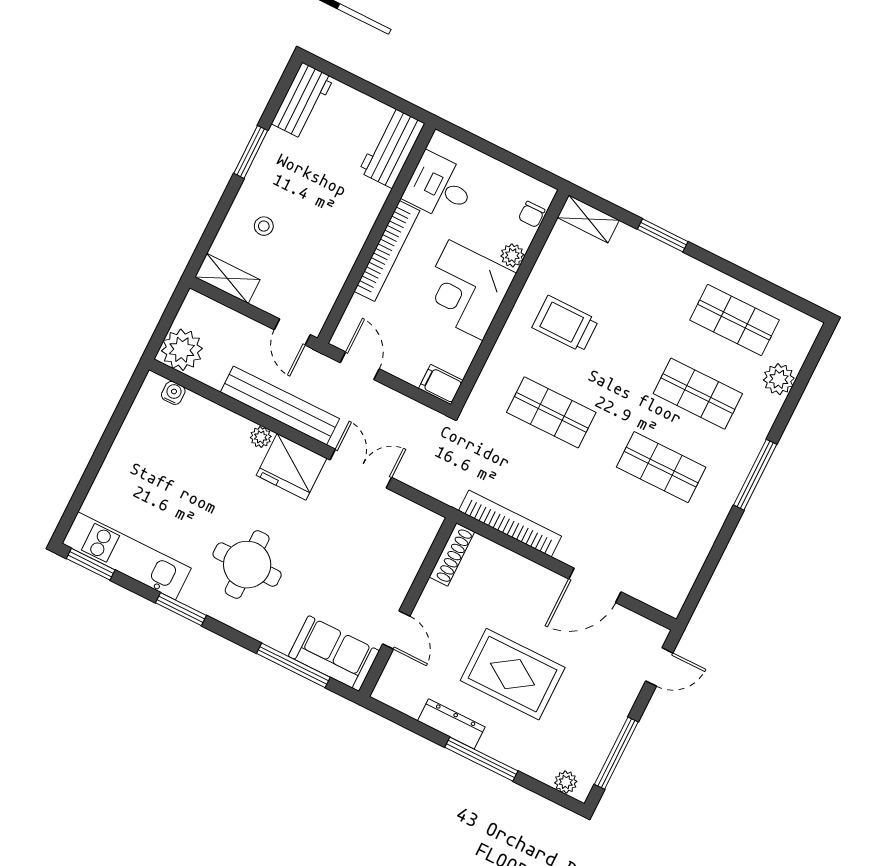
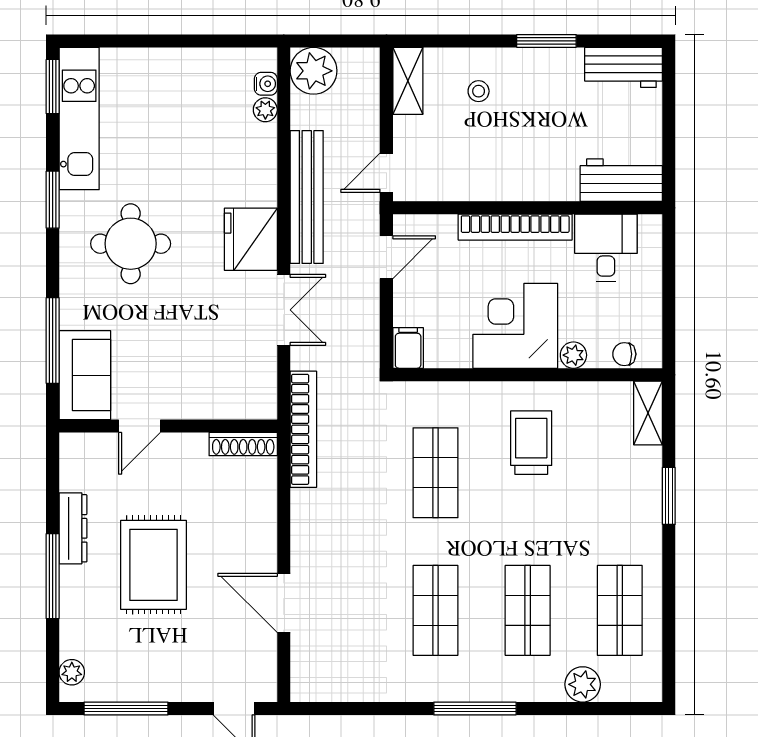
plant: (261, 437) -> (265, 110), moved
bookcase: (510, 523) -> (303, 429), moved

